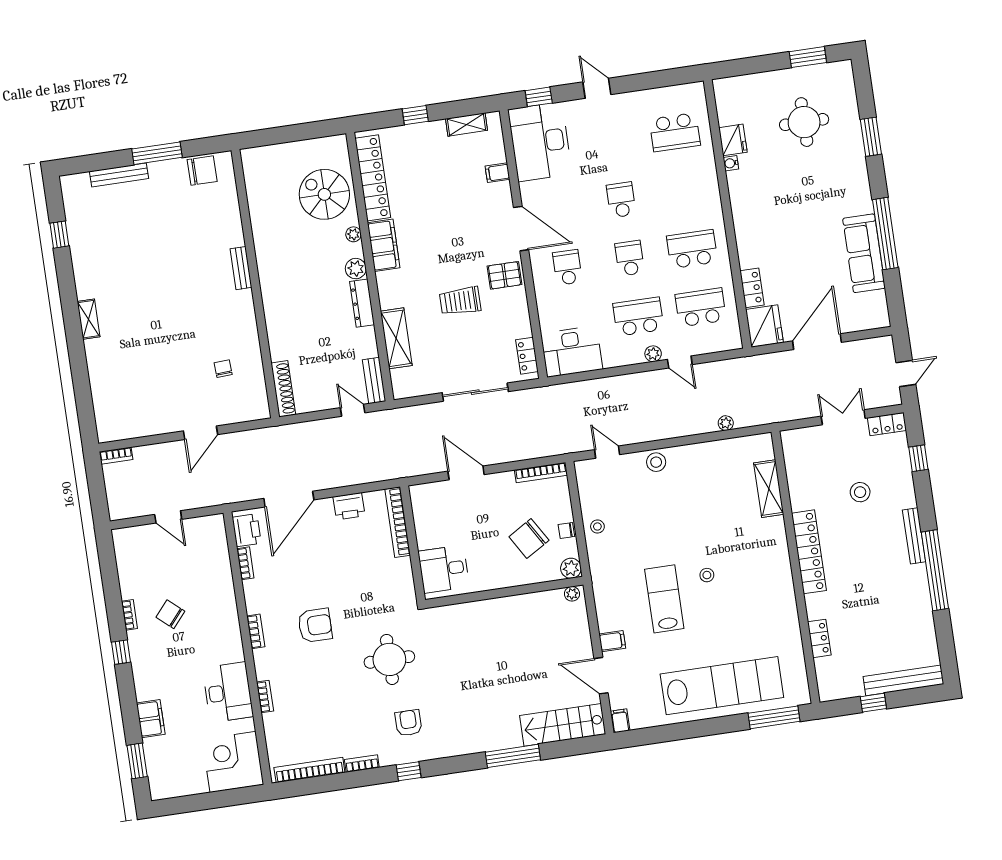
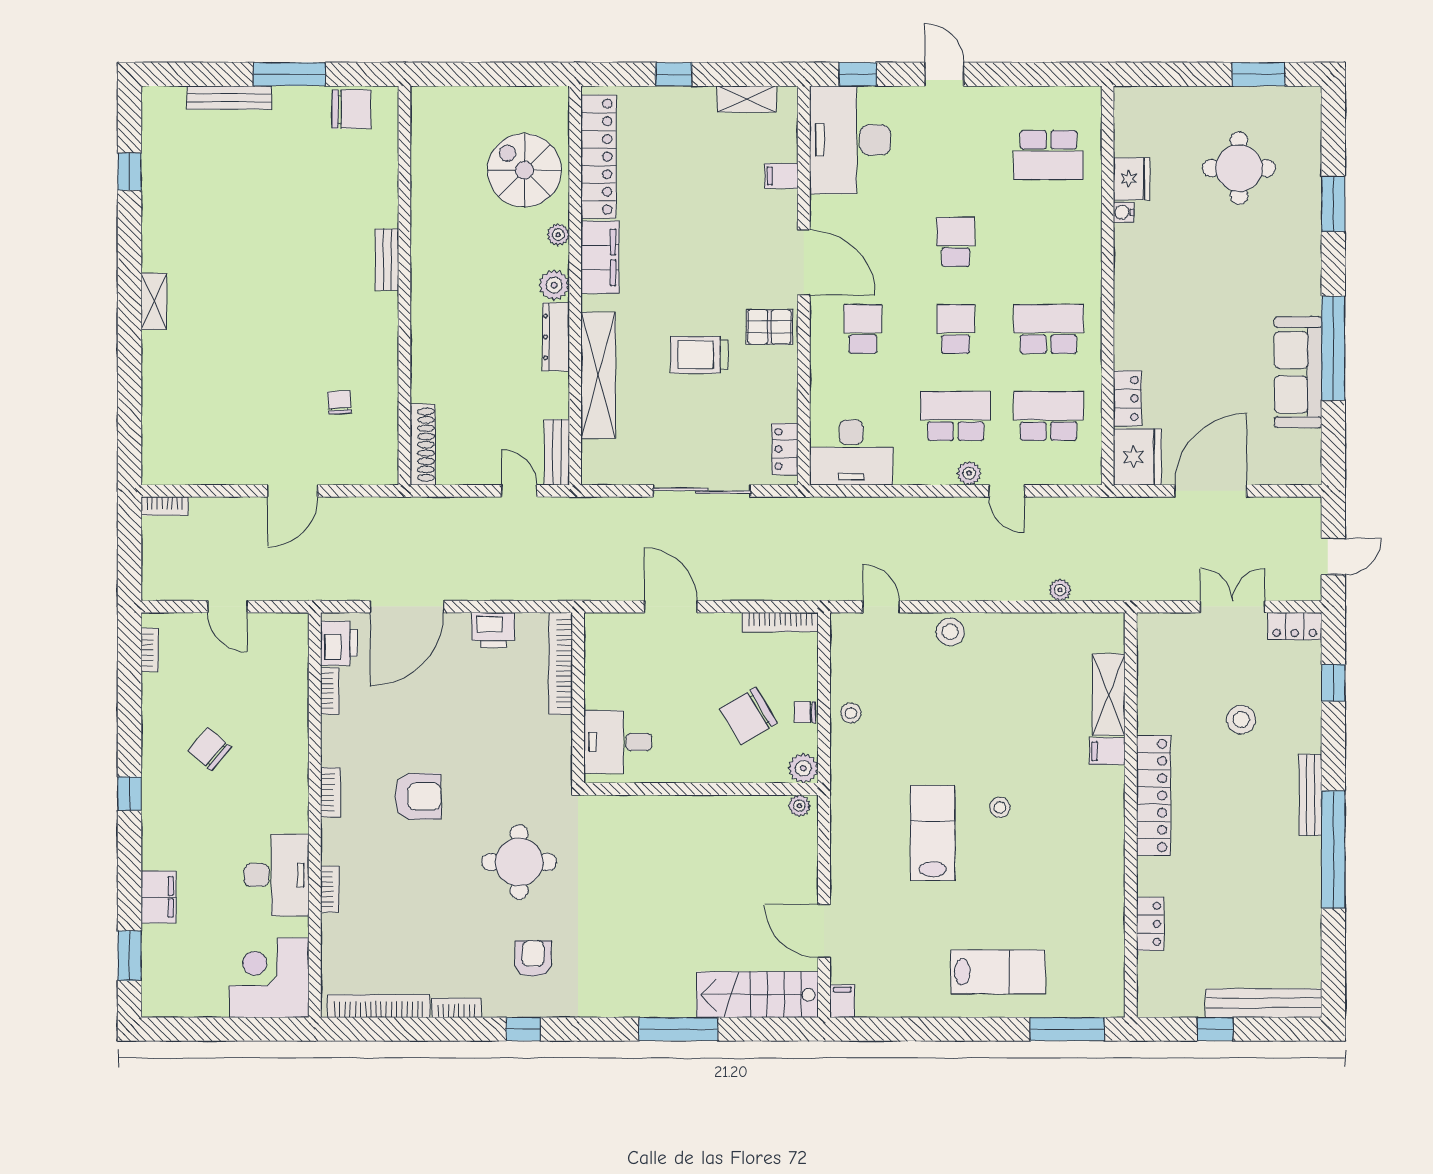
shelving: (396, 338) -> (598, 375), width x1.47
bookcase: (129, 615) -> (150, 650), moved
filing cabinet: (612, 641) -> (1107, 751), moved, turned 180
lab bench: (722, 686) -> (998, 972), width x0.54, depth x0.72

